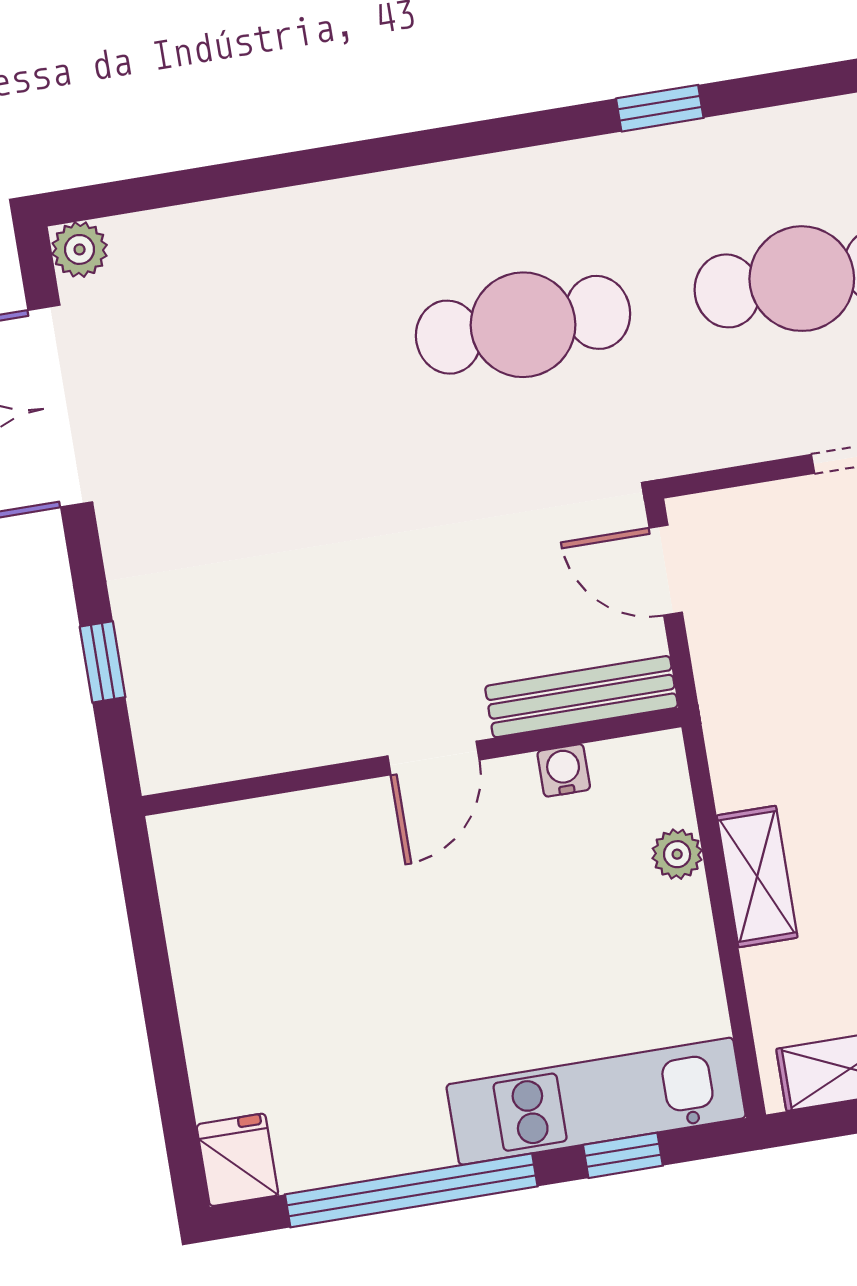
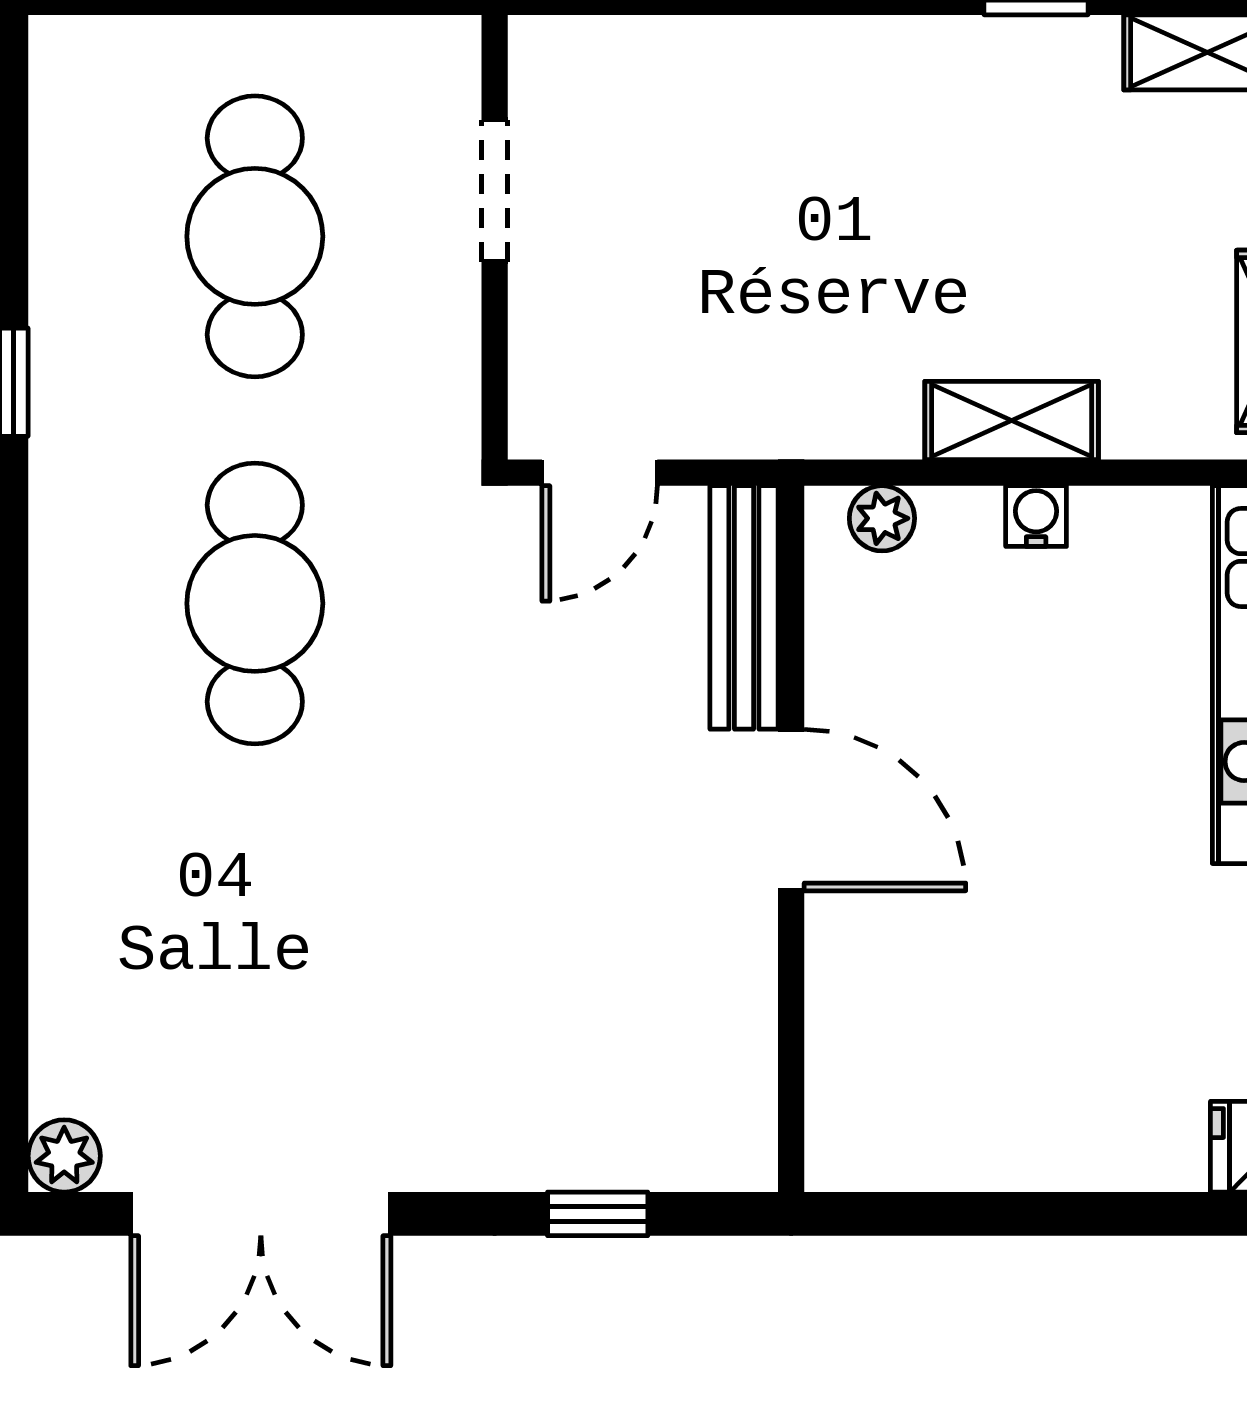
door: (434, 758) -> (791, 810), width x1.37
water cooler: (564, 770) -> (1036, 516), moved, turned 90
plant: (677, 854) -> (882, 518), moved

